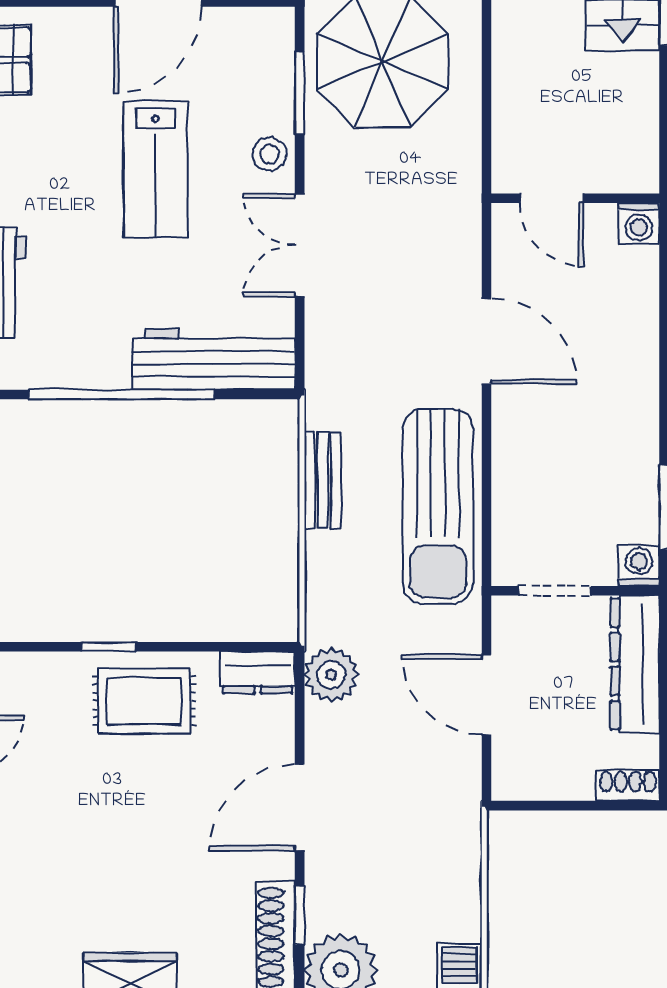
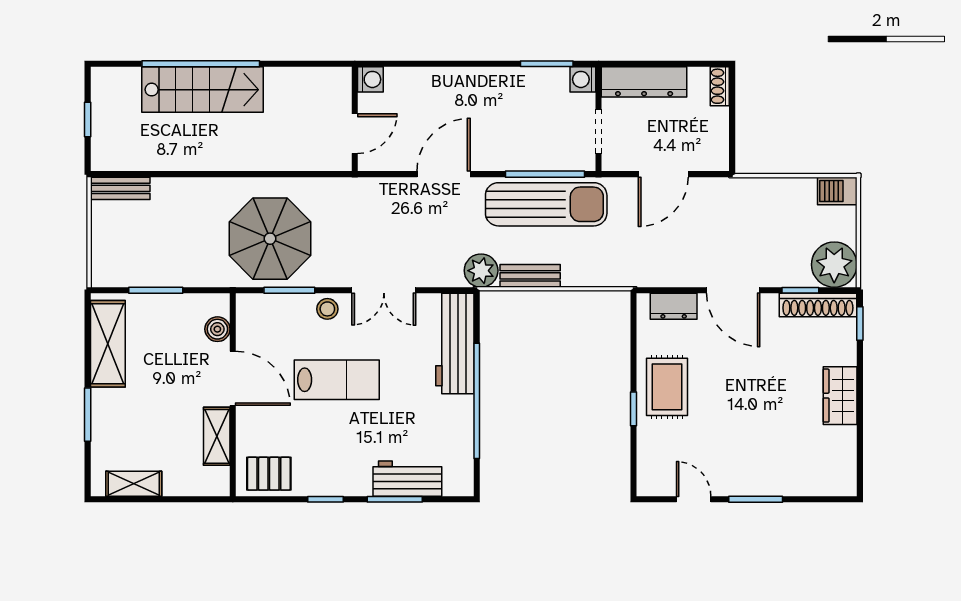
window: (487, 504) -> (545, 174), added
dresser: (258, 672) -> (674, 306), moved, turned 90
plant: (331, 675) -> (481, 271), moved

